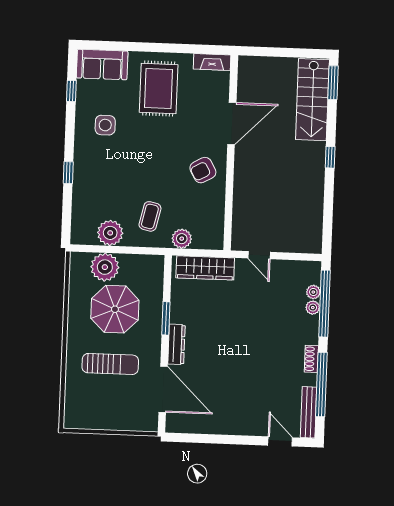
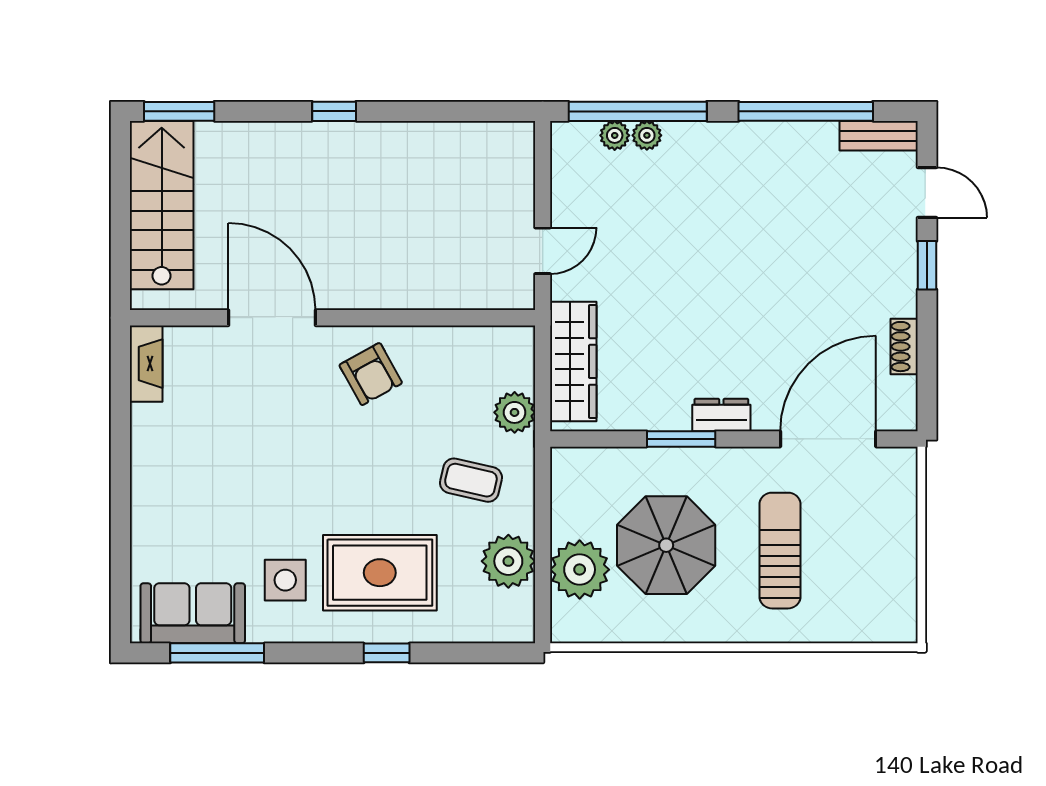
sofa: (102, 65) -> (193, 613), moved, turned -90
rug: (159, 89) -> (380, 573), moved
window: (71, 91) -> (217, 653), width x2.17
stairs: (312, 100) -> (162, 205), moved, turned -90
dresser: (176, 344) -> (721, 415), width x0.70
shoe rack: (311, 359) -> (904, 347), moved, turned 90
bench: (309, 412) -> (879, 136), width x0.73
window: (245, 440) -> (927, 265), added
door: (280, 441) -> (927, 192), swing flipped

